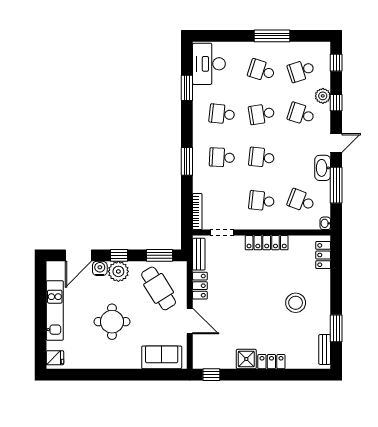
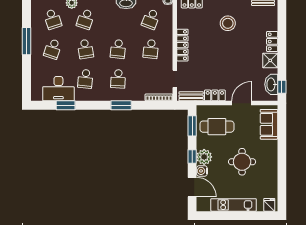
desk: (209, 64) -> (58, 89), moved
cafe table: (159, 288) -> (217, 127), turned 32
washbasin: (215, 360) -> (271, 84), added

